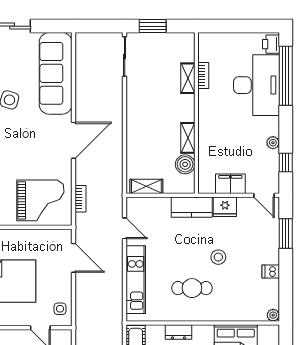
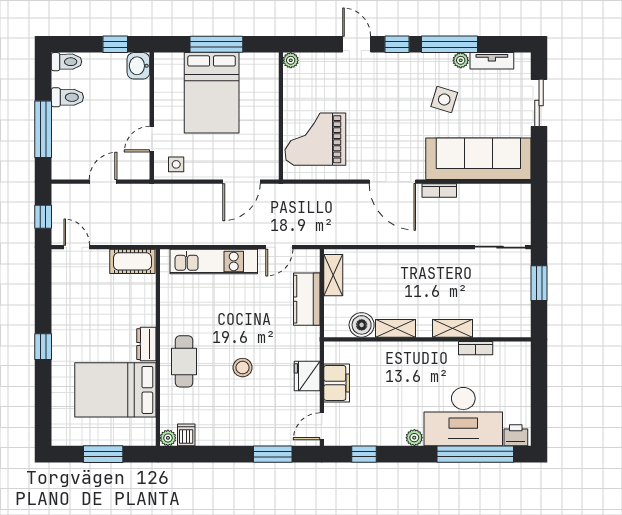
shelving: (188, 78) -> (452, 328), moved
plant: (273, 143) -> (414, 438), moved
bookcase: (80, 199) -> (439, 191), moved
grand piano: (40, 200) -> (315, 139), turned 90
kitchen counter: (192, 207) -> (307, 299), moved
dishwasher: (271, 271) -> (186, 435), moved
cafe table: (192, 288) -> (184, 361), moved
dresser: (179, 332) -> (146, 344), moved

